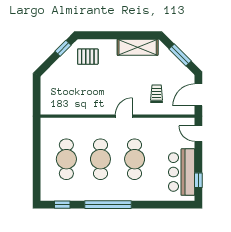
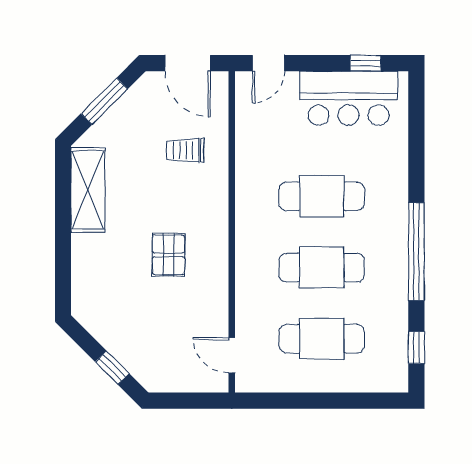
window: (63, 48) -> (112, 368), moved
pallet: (88, 57) -> (169, 255), moved
door: (124, 116) -> (232, 355), moved

